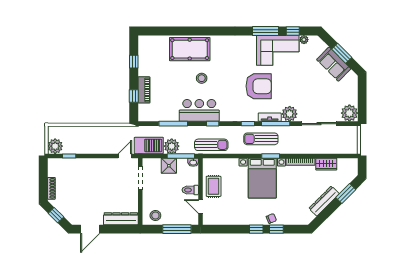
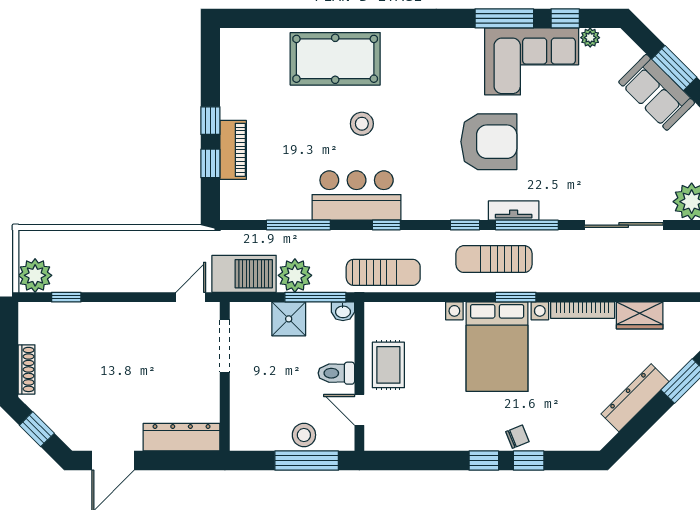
window: (134, 62) -> (210, 121), moved
plant: (290, 114) -> (558, 203), removed
stool: (155, 215) -> (304, 435), moved

